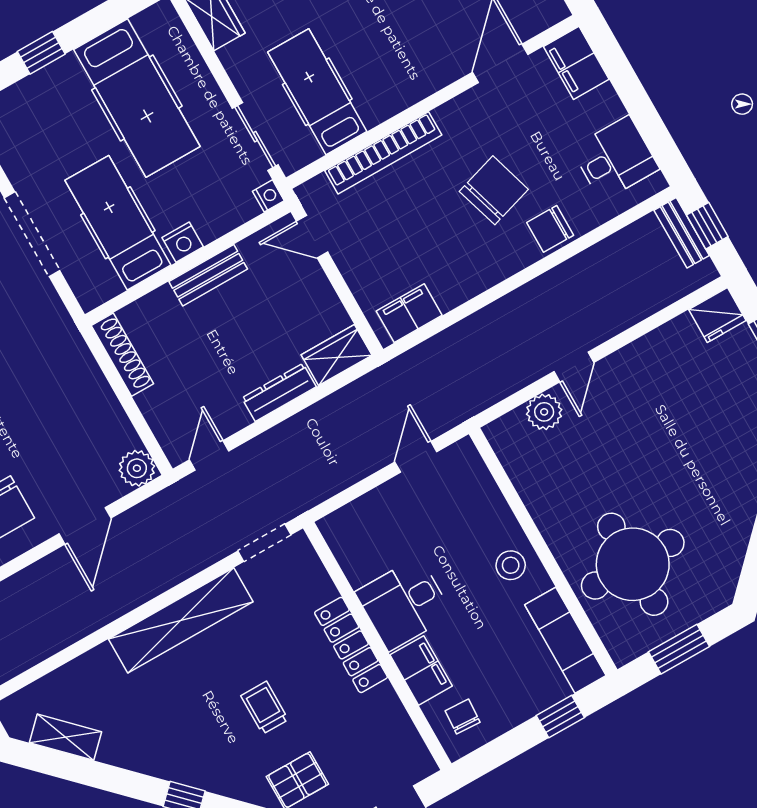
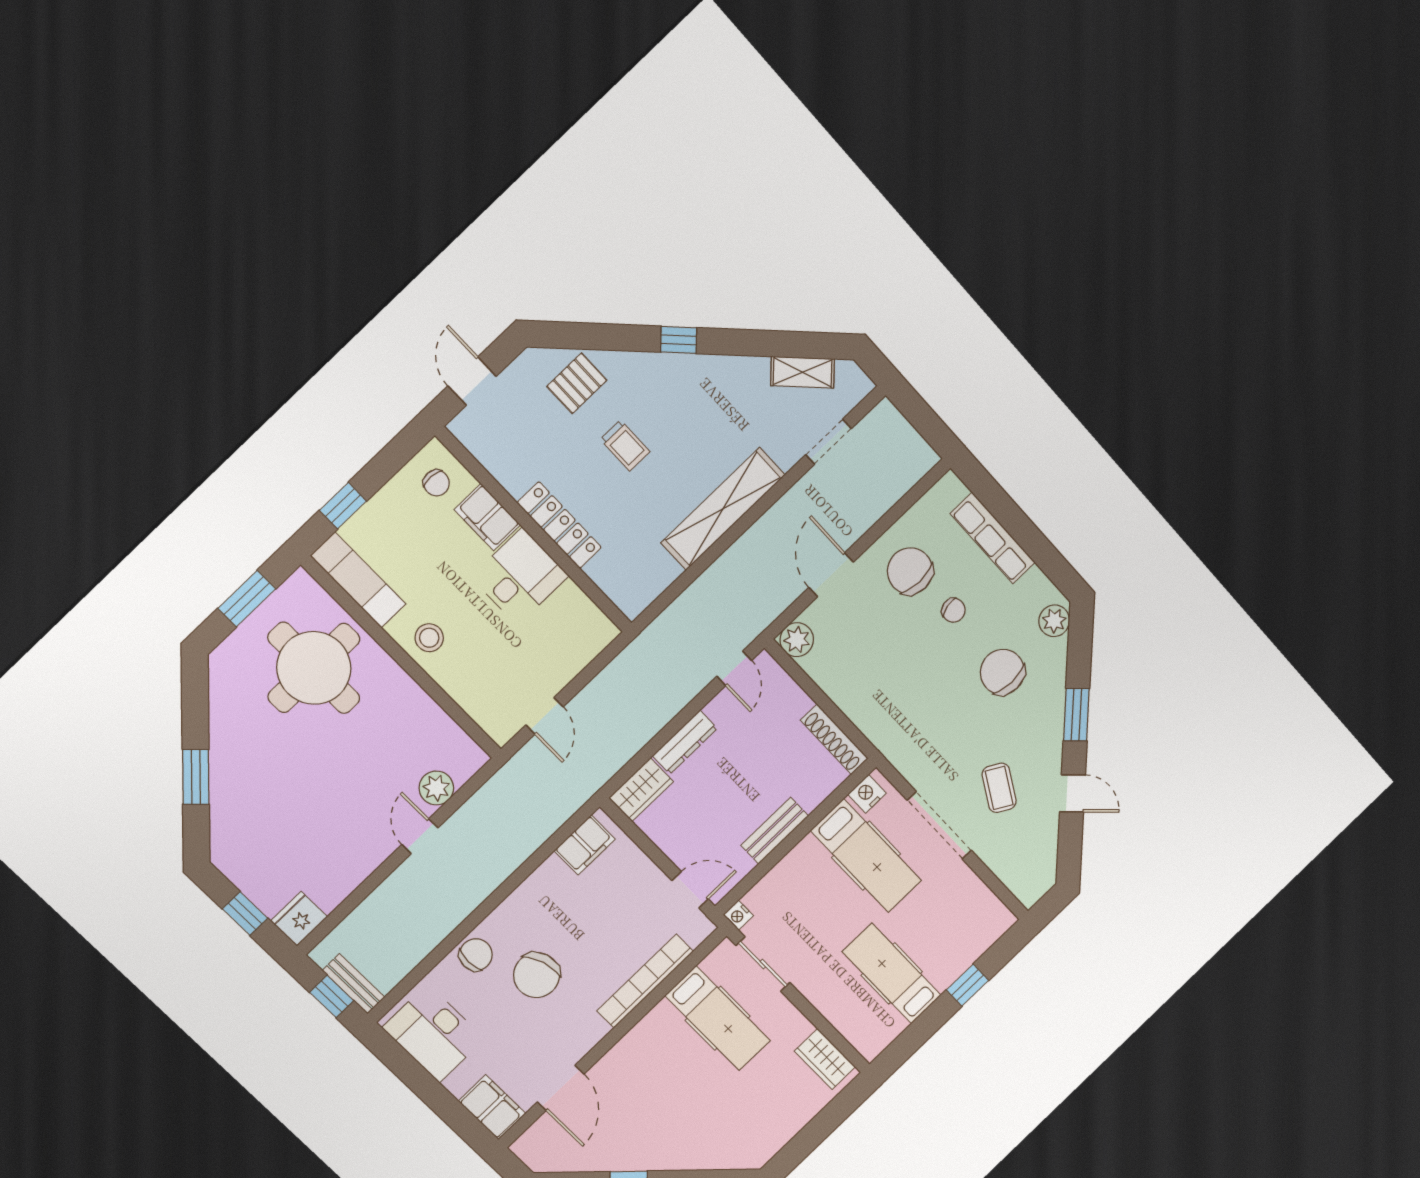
hospital bed: (137, 98) -> (892, 974), width x0.73, depth x0.78
desk: (615, 159) -> (434, 1033), width x1.37
nightstand: (183, 242) -> (867, 794), moved
doorway: (264, 543) -> (829, 442), moved

